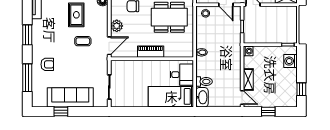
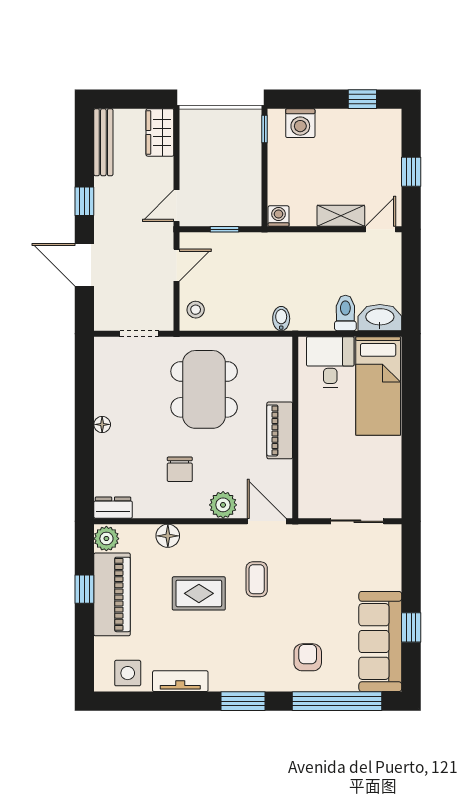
window: (27, 78) -> (337, 701), width x1.46
sofa: (70, 97) -> (380, 641), moved

